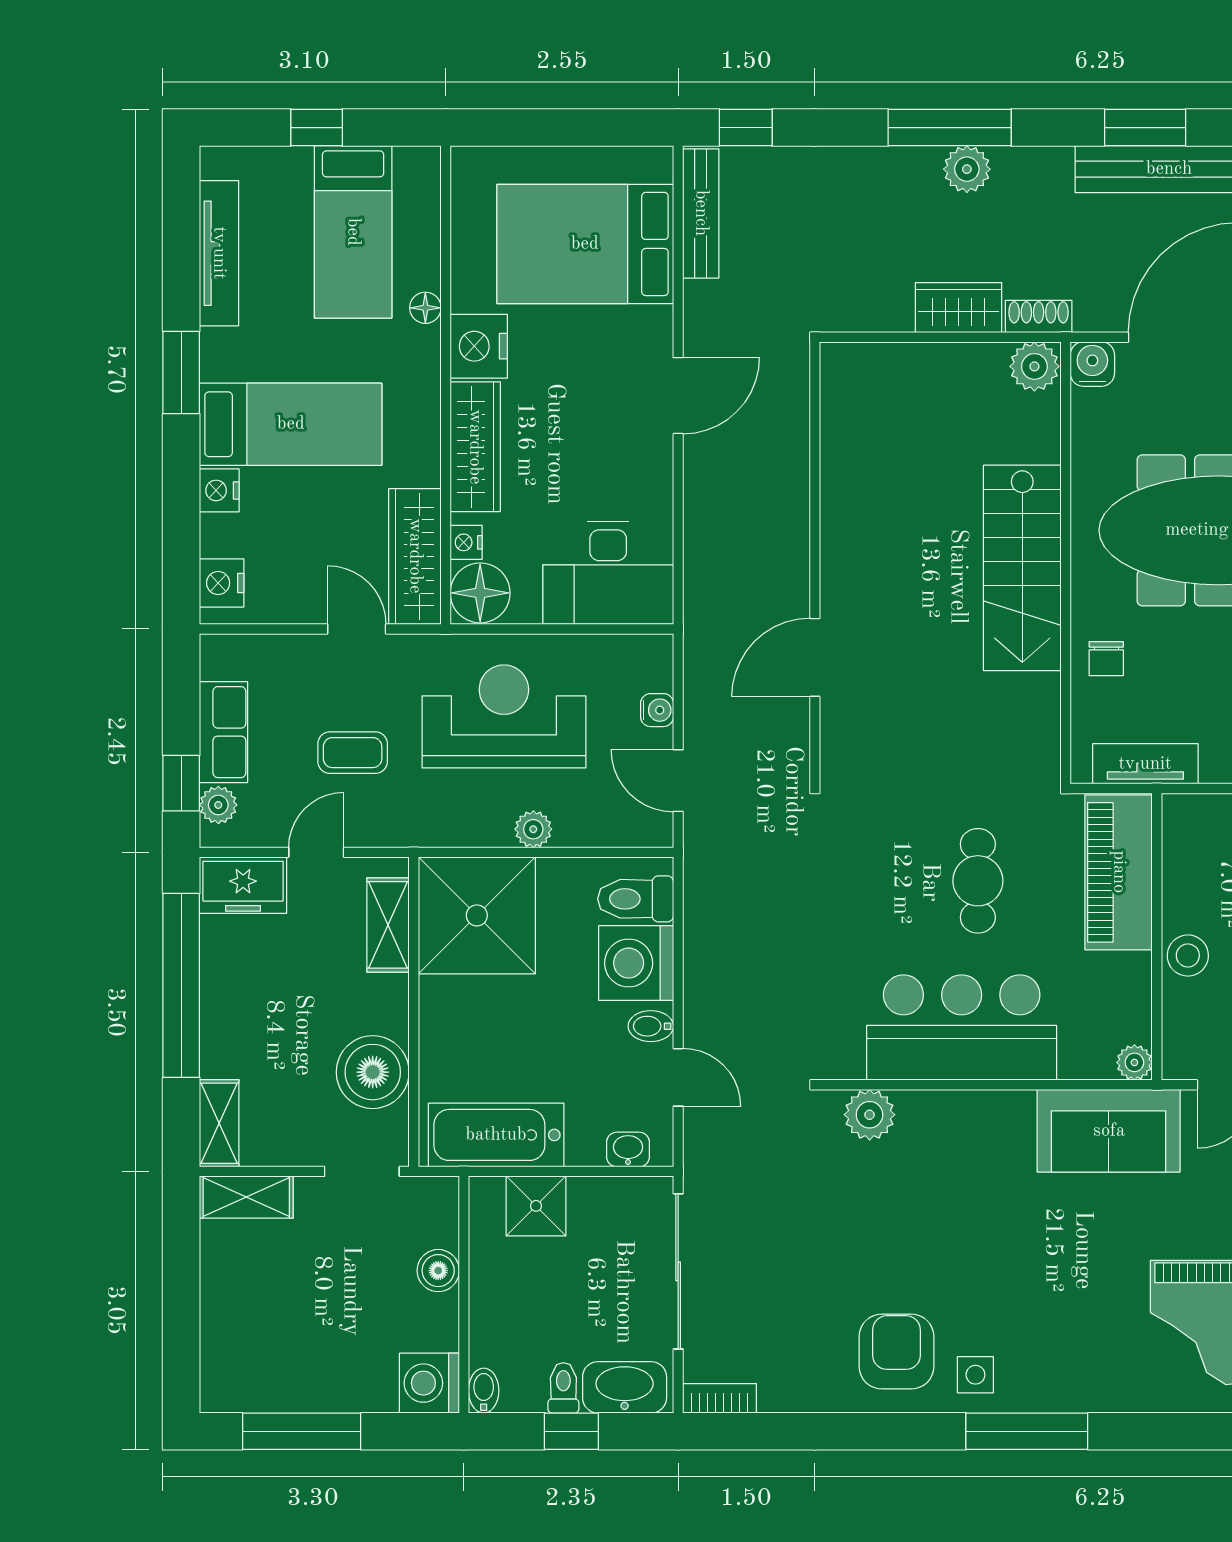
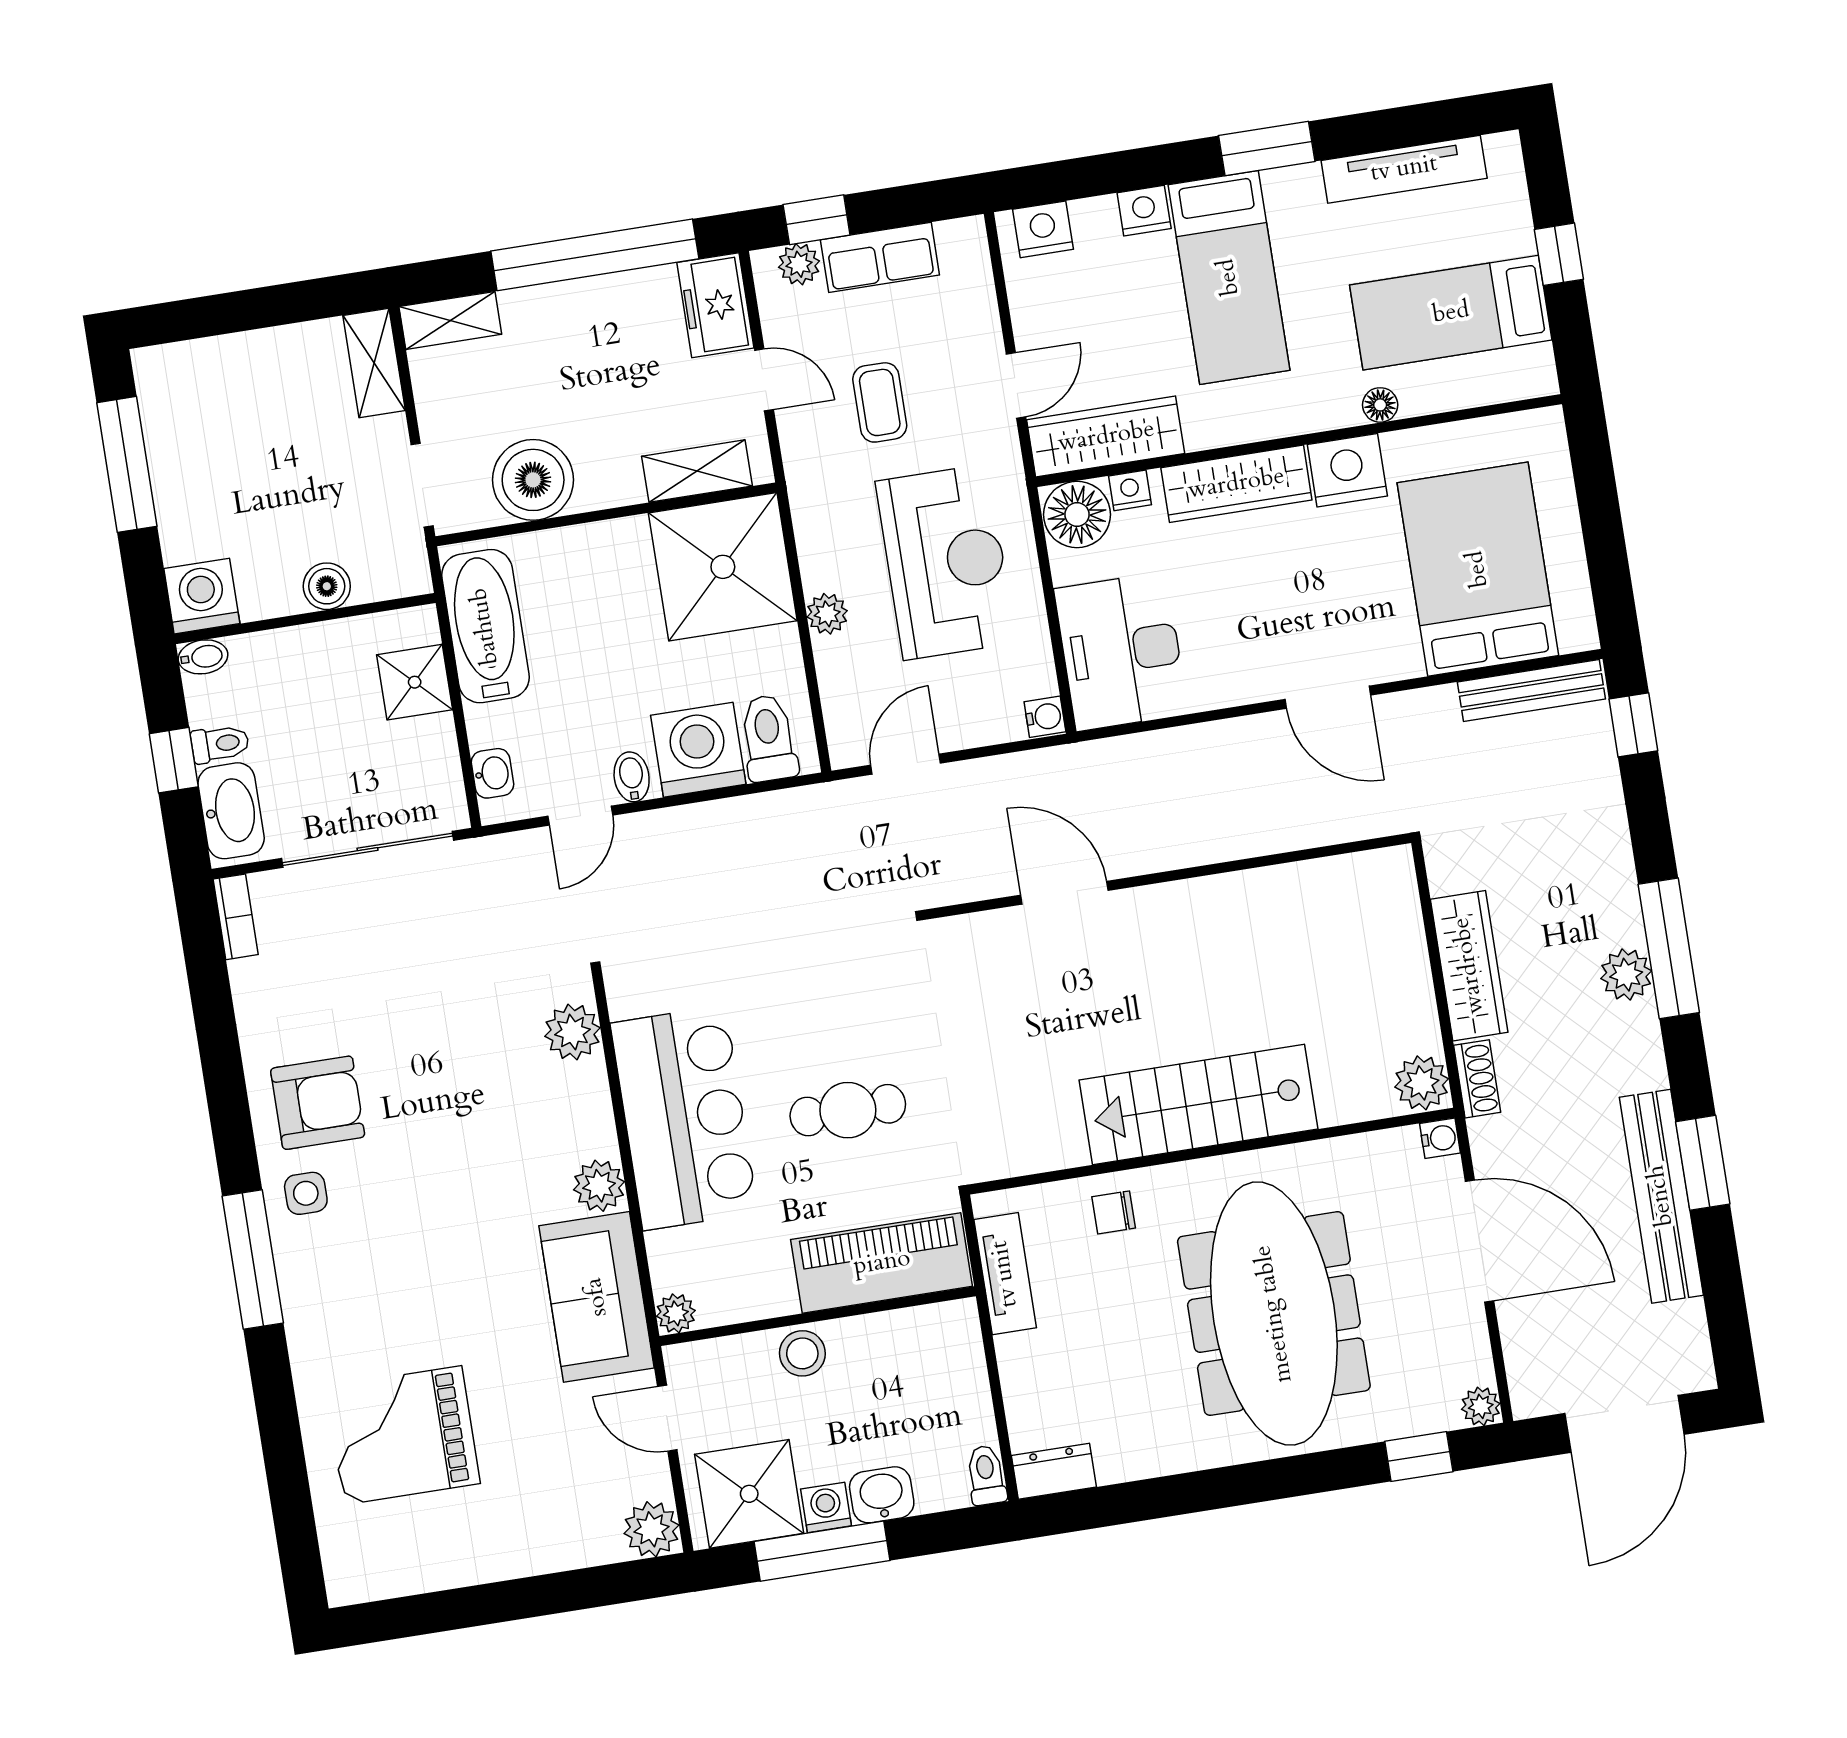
wardrobe: (959, 308) -> (1469, 966), width x1.50
water cooler: (1092, 364) -> (1440, 1138), width x0.72, depth x0.72
water cooler: (657, 710) -> (1045, 717), moved, turned -90
plant: (1010, 1113) -> (599, 1186), added

